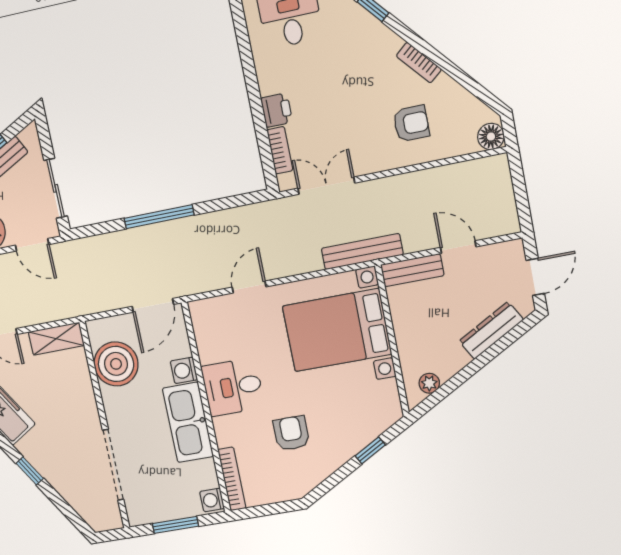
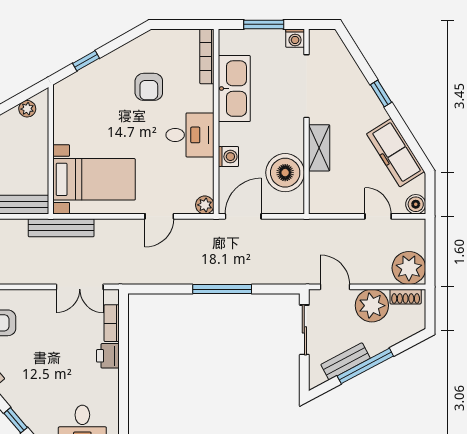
plant: (199, 310) -> (205, 205), added
bed with nightstands: (337, 330) -> (94, 179), width x0.73
shelving: (56, 339) -> (319, 148), moved, turned 90
kitchen sink: (188, 422) -> (234, 89), moved
washing machine: (212, 500) -> (295, 38), moved, turned 90

